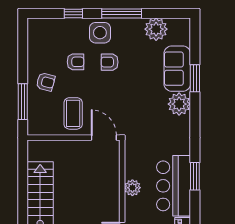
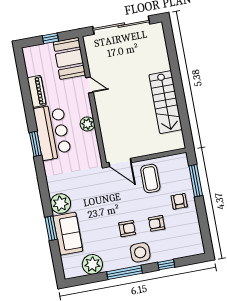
armchair: (46, 82) -> (179, 201), turned 75

